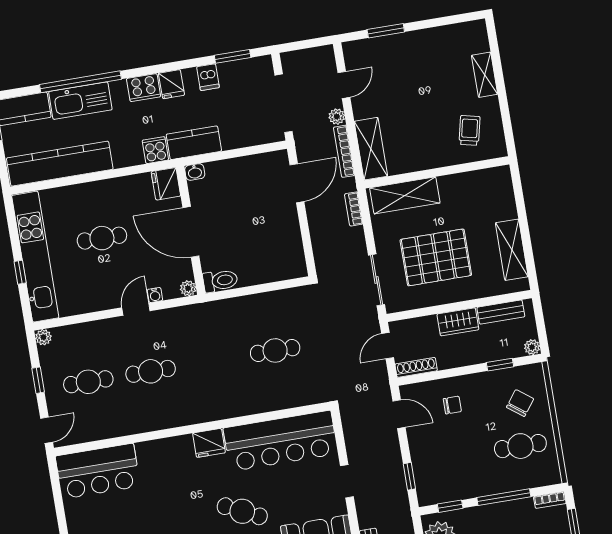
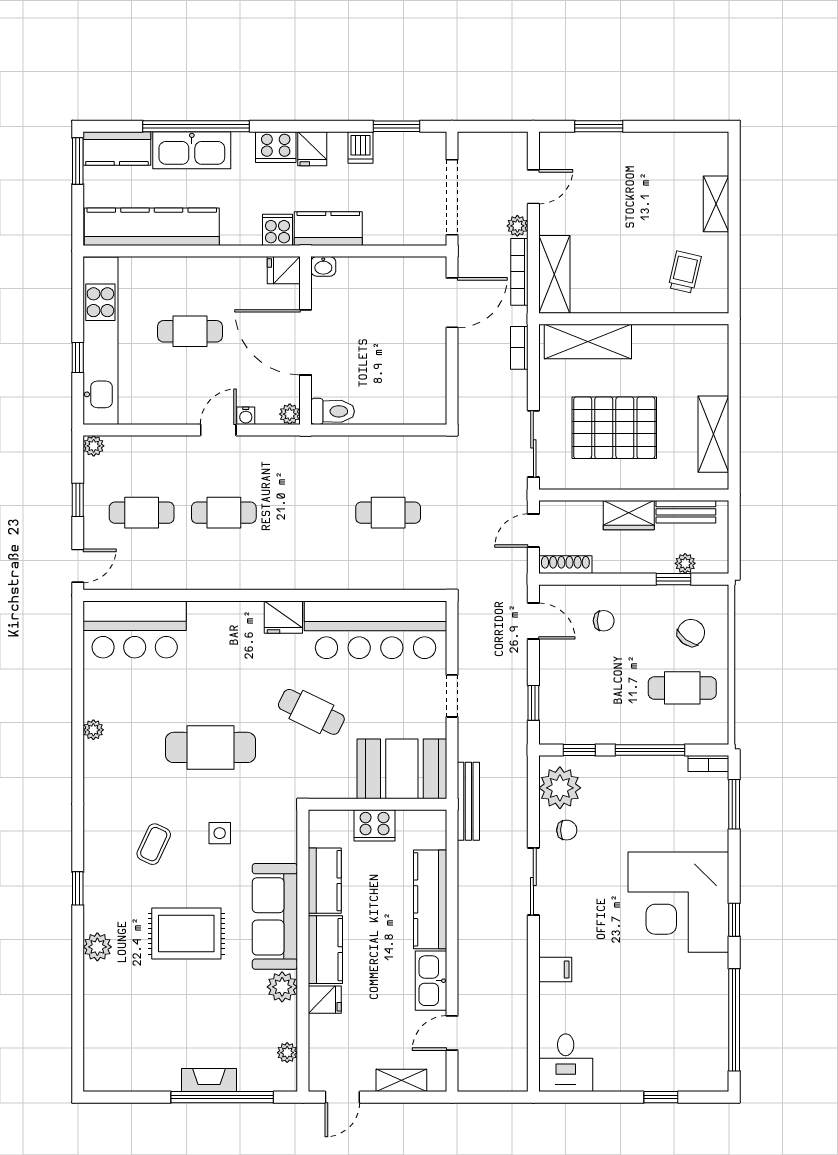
fridge: (166, 184) -> (284, 270), width x0.72
plant: (532, 347) -> (685, 563), moved

